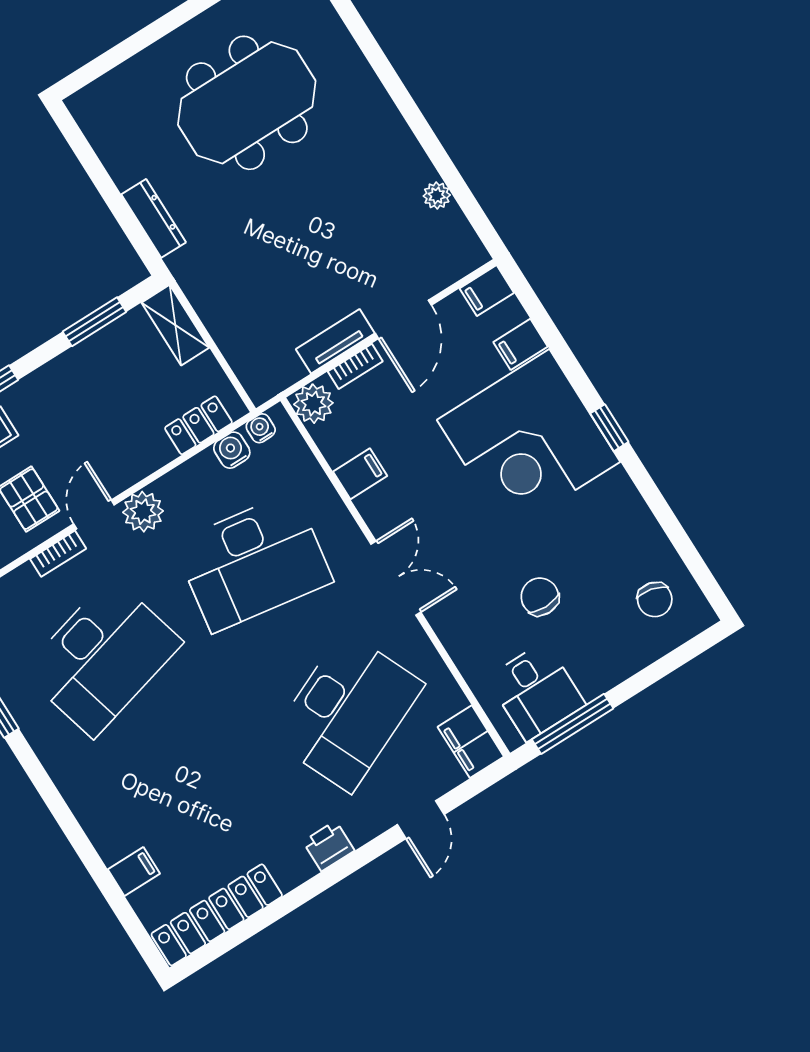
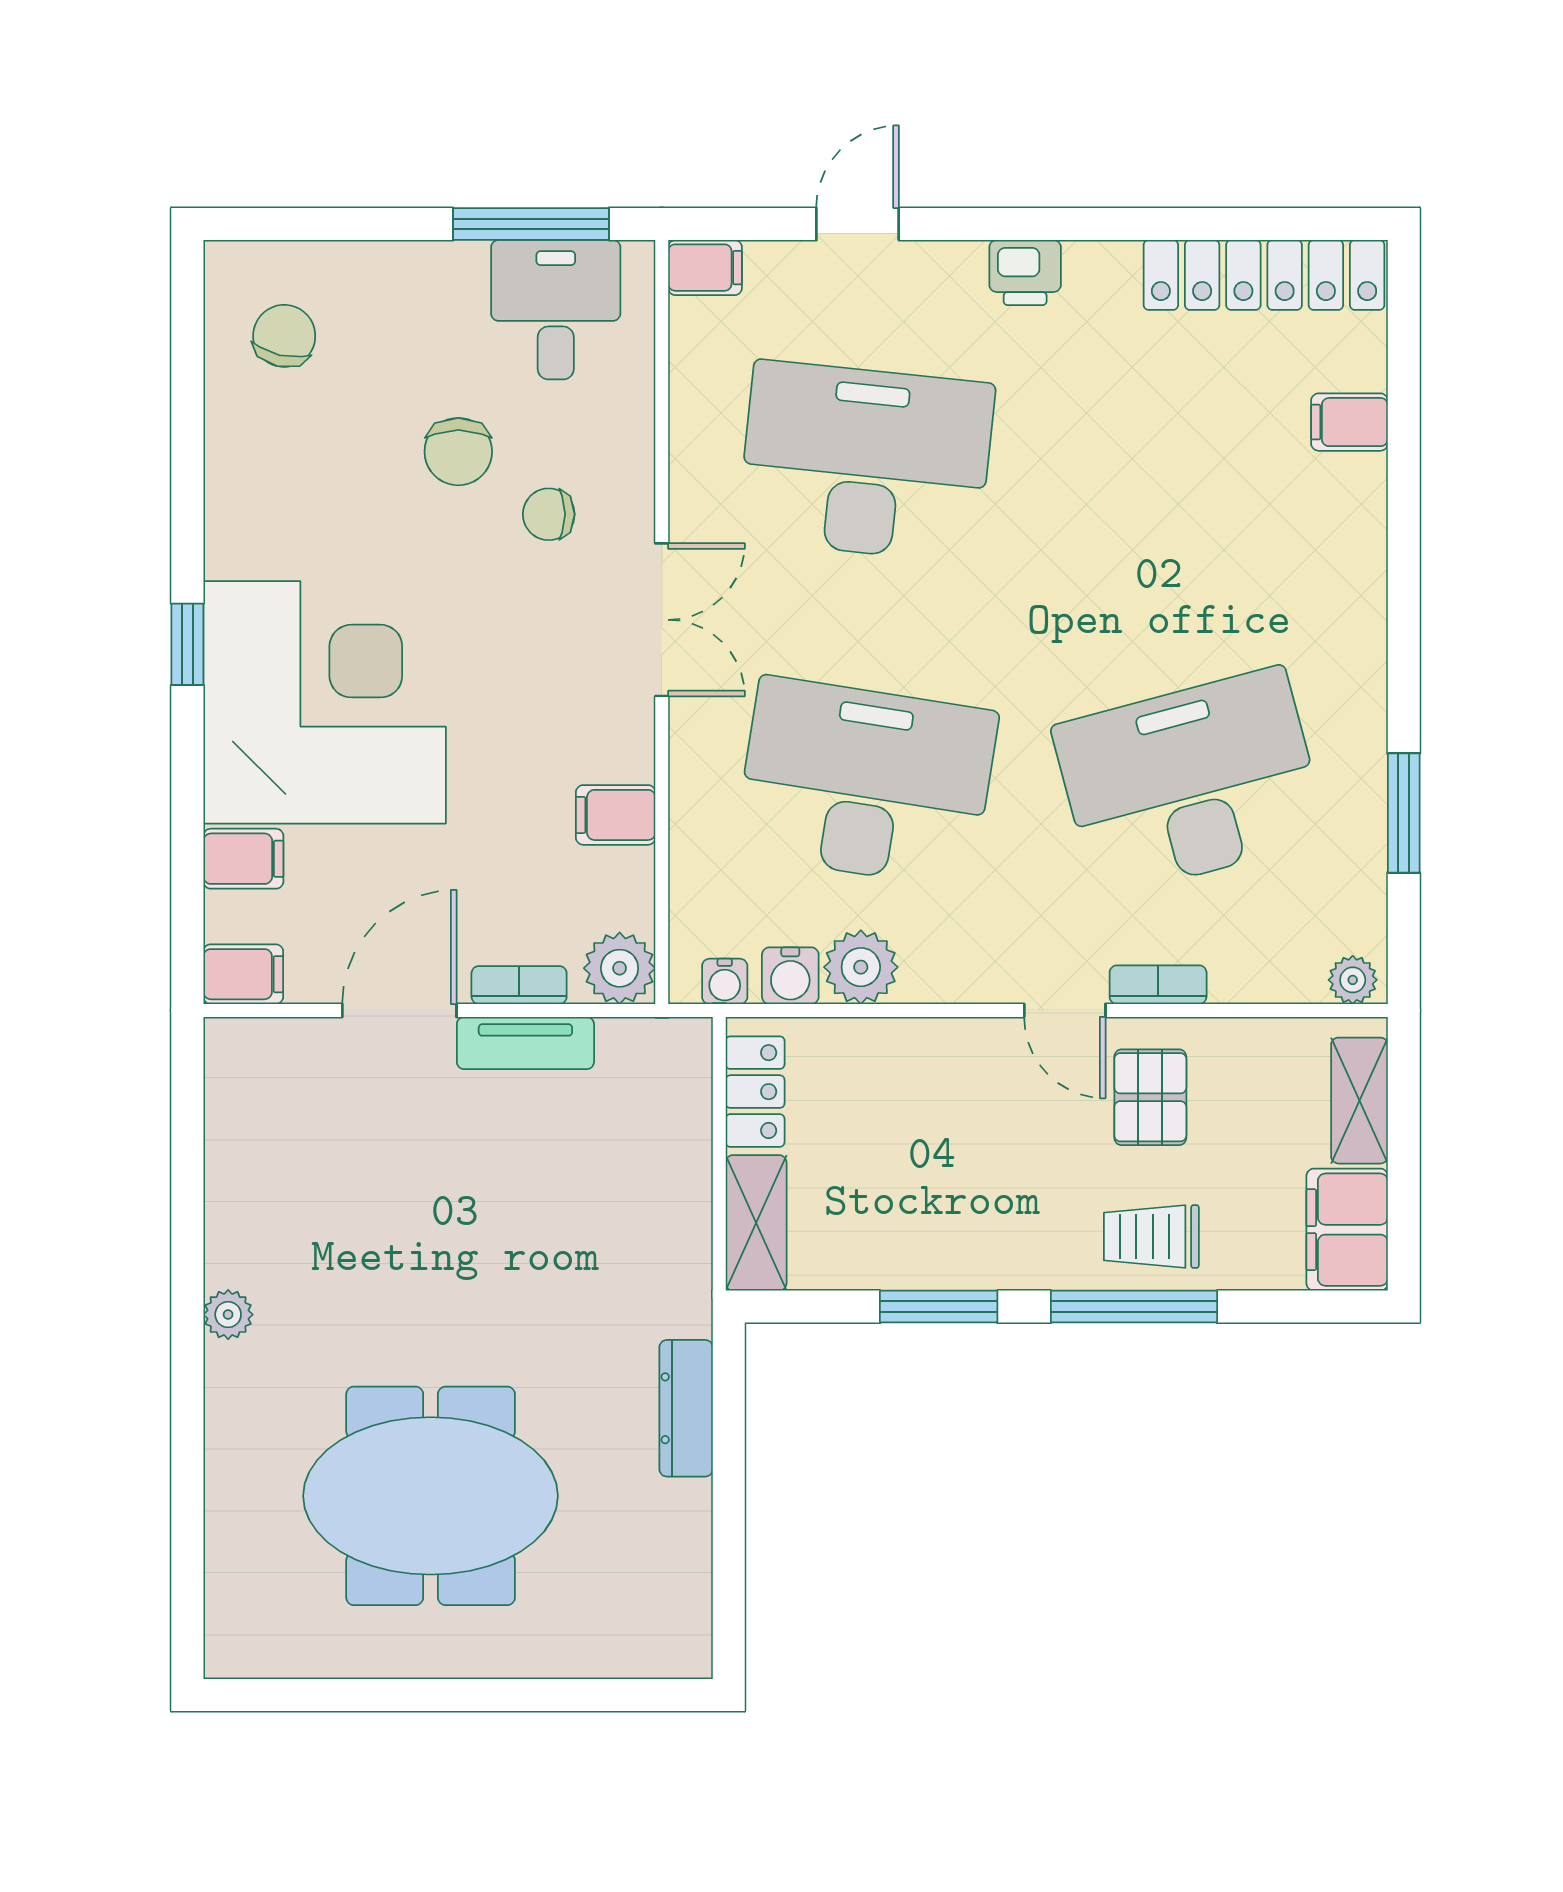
plant: (437, 196) -> (228, 1315), moved
window: (94, 322) -> (939, 1307), moved
locker: (198, 425) -> (755, 1092), moved, turned -90
plant: (143, 512) -> (861, 967), moved
door: (94, 514) -> (1065, 1010), hinge flipped
double door: (396, 578) -> (662, 620), swing flipped
chair: (479, 594) -> (549, 514), added
desk: (347, 711) -> (866, 462), turned 30
filing cabinet: (471, 742) -> (705, 268), width x0.50

